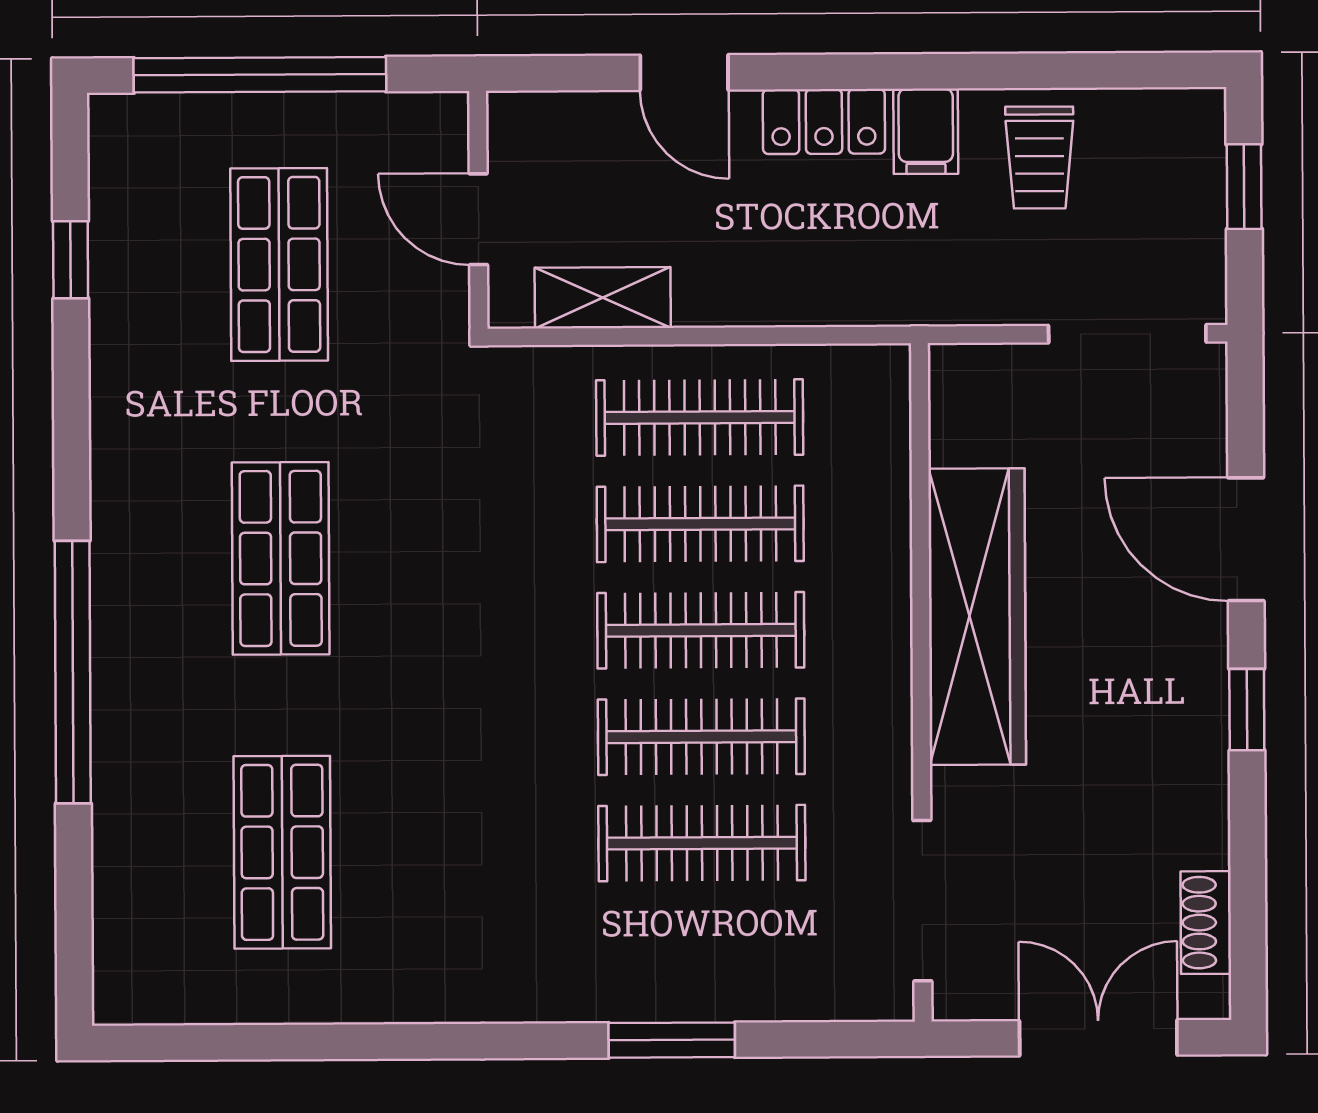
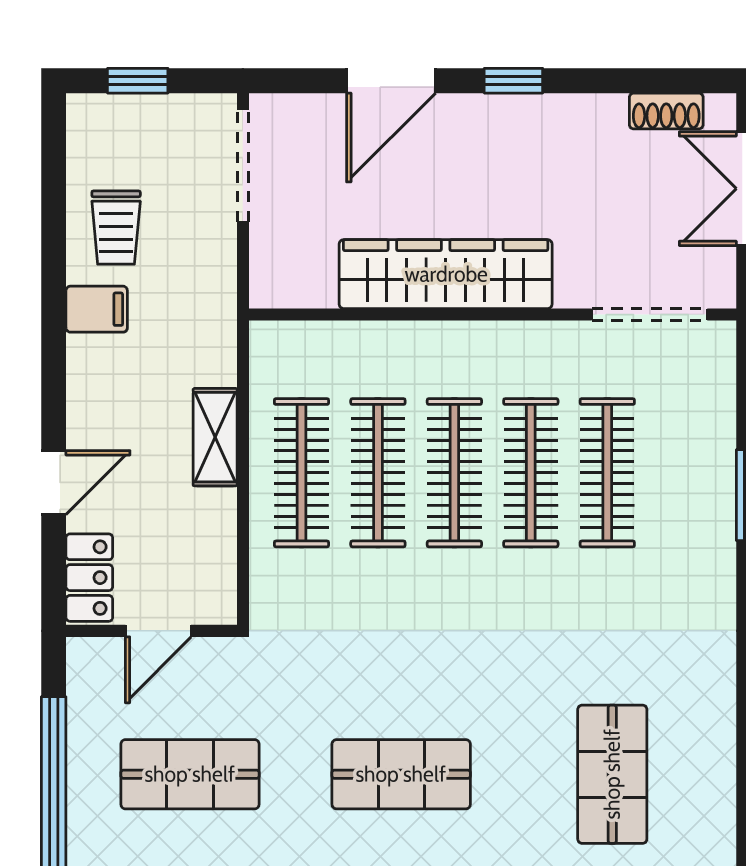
locker: (824, 121) -> (89, 578), moved
trolley: (1039, 158) -> (116, 228), turned 90
shelving: (603, 298) -> (215, 437), moved
shop shelf: (282, 852) -> (612, 774), turned 90

